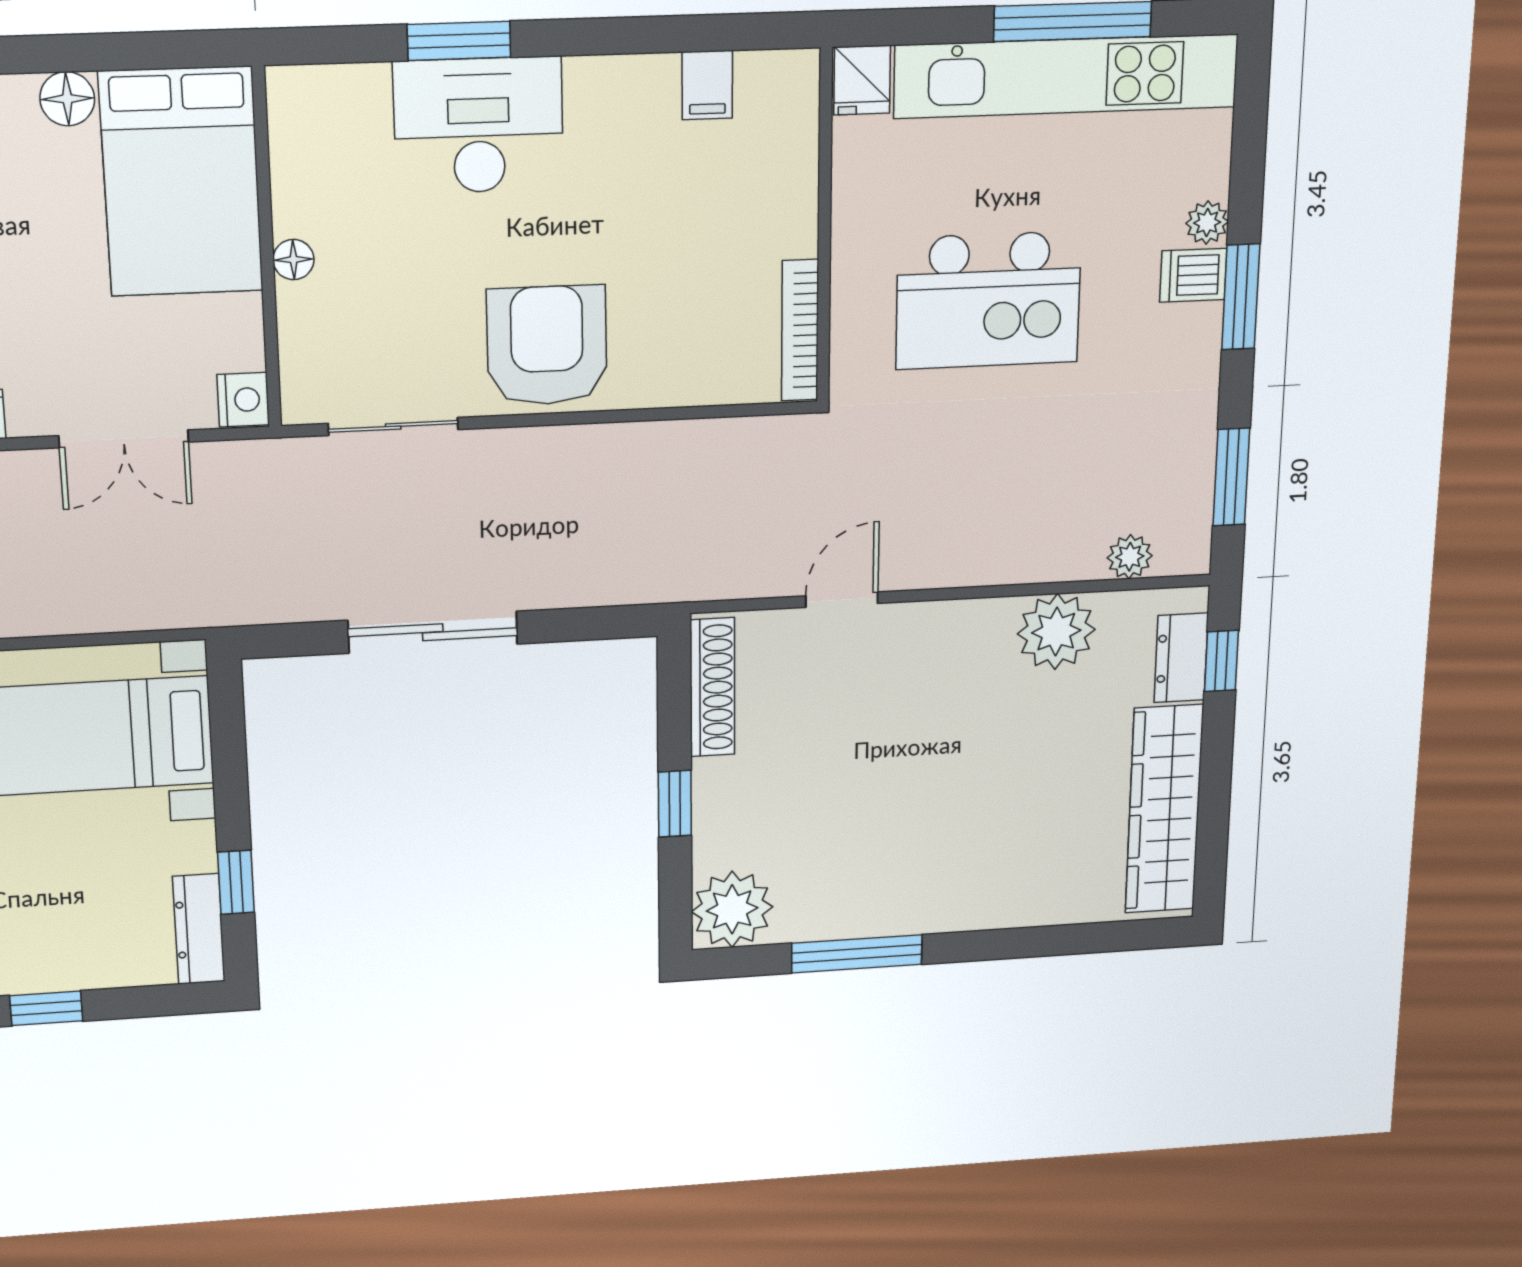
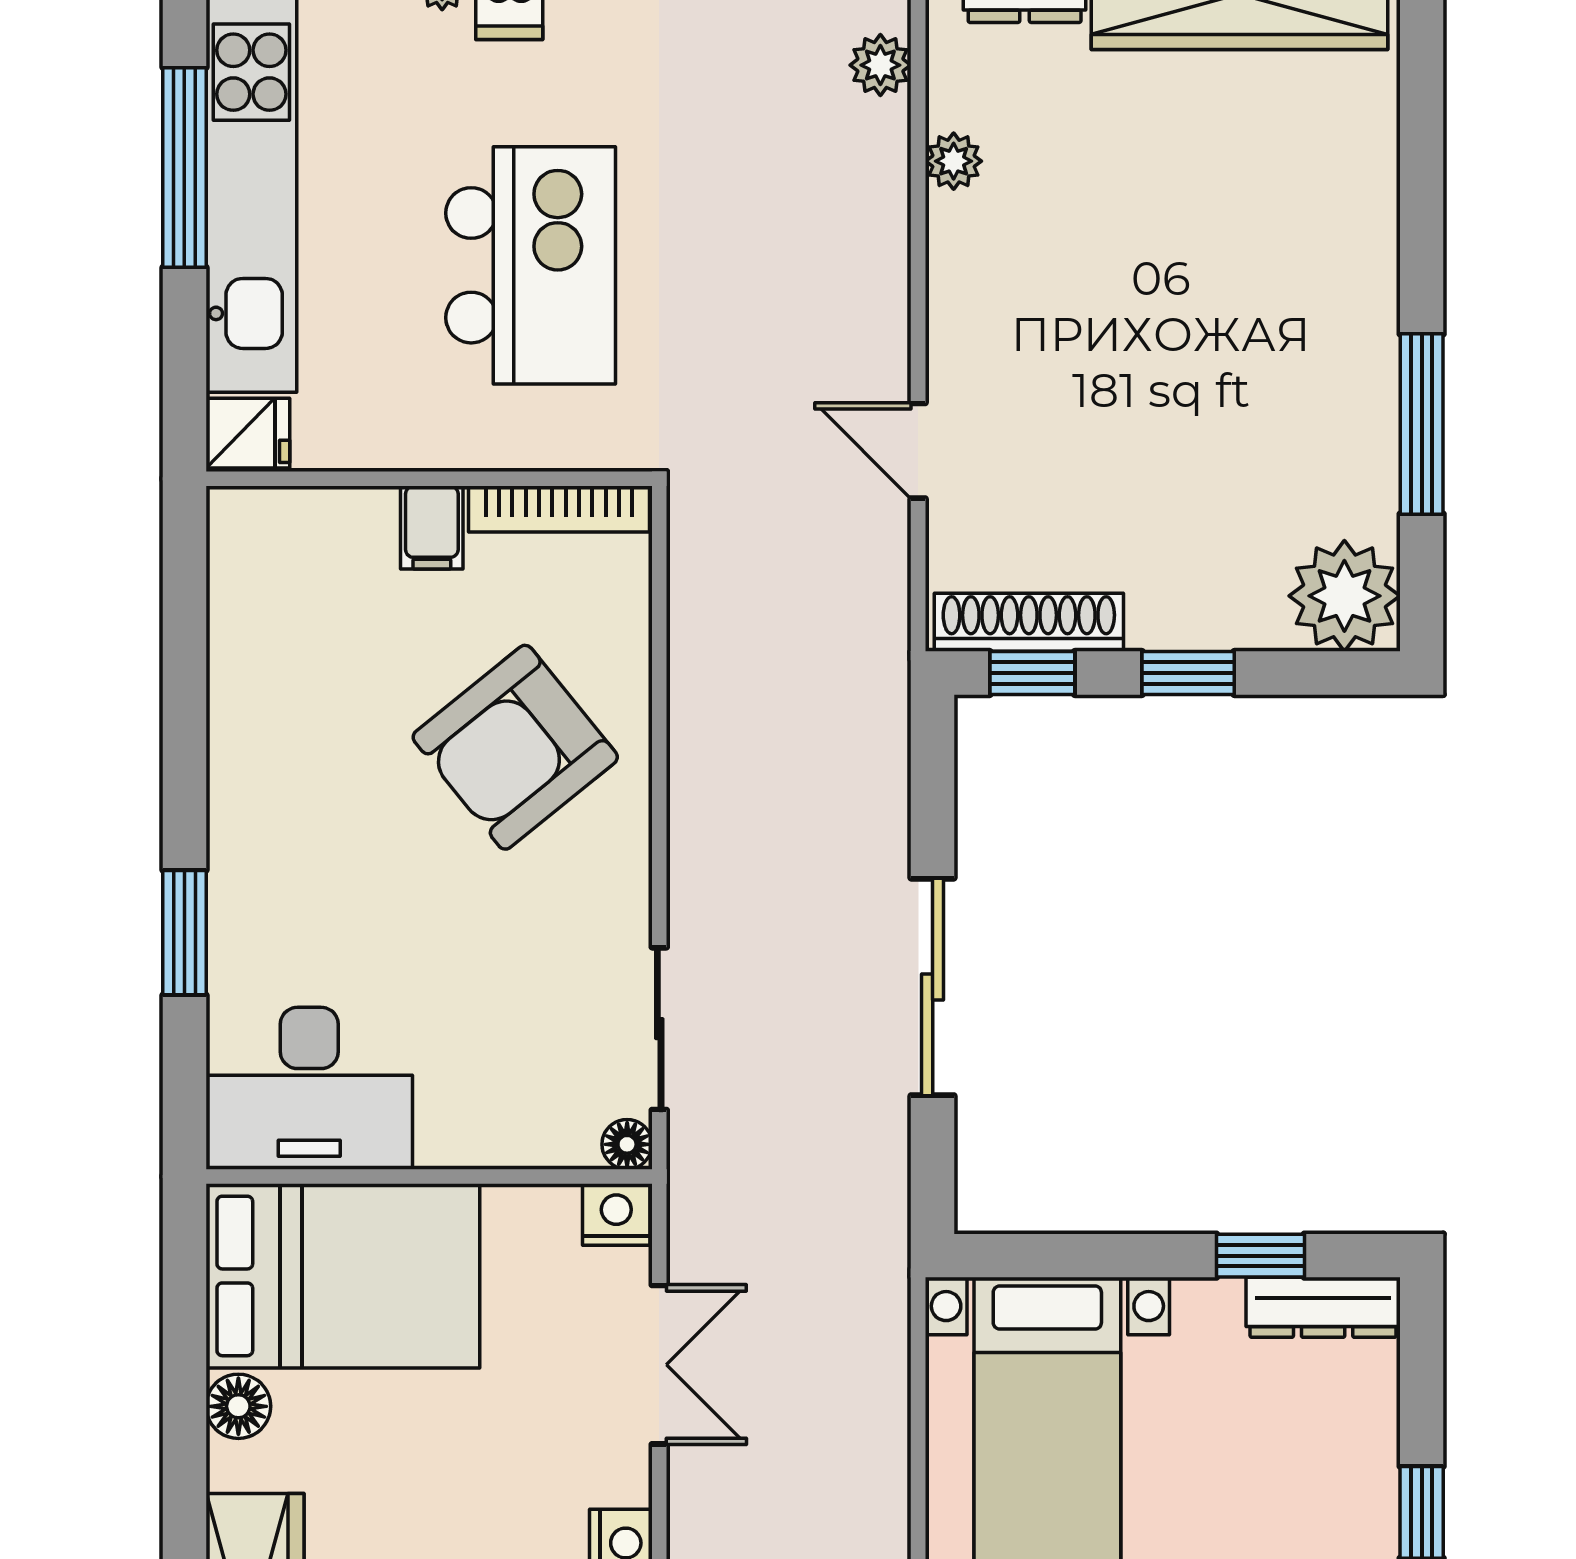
filing cabinet: (707, 85) -> (432, 528), moved, turned 90
desk: (479, 125) -> (309, 1088), moved, turned -90
floor lamp: (293, 260) -> (627, 1144), moved
armchair: (547, 346) -> (515, 747), moved, turned -39
plant: (1056, 632) -> (954, 161), width x0.53, depth x0.53
window: (674, 692) -> (1032, 673), added

